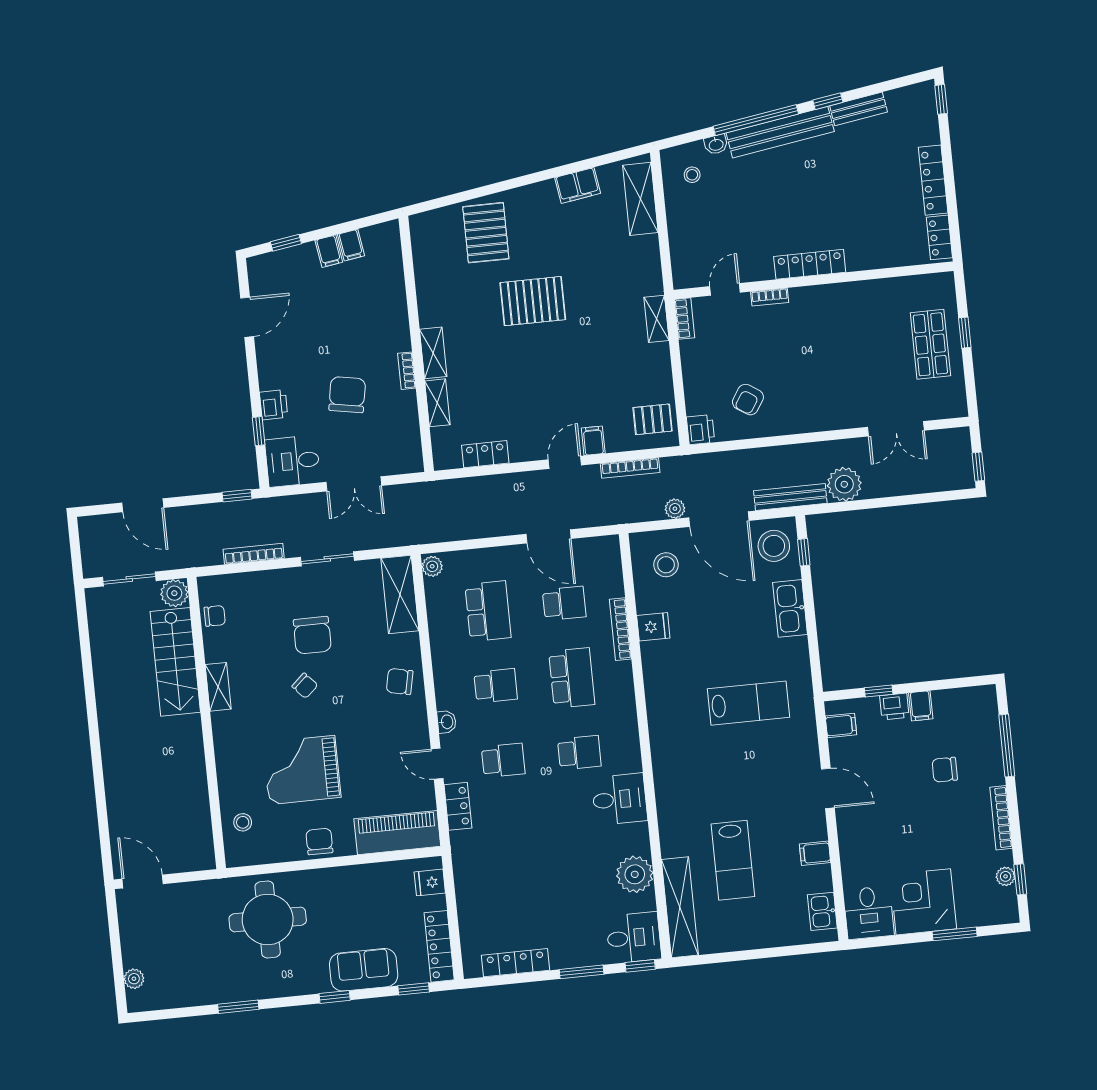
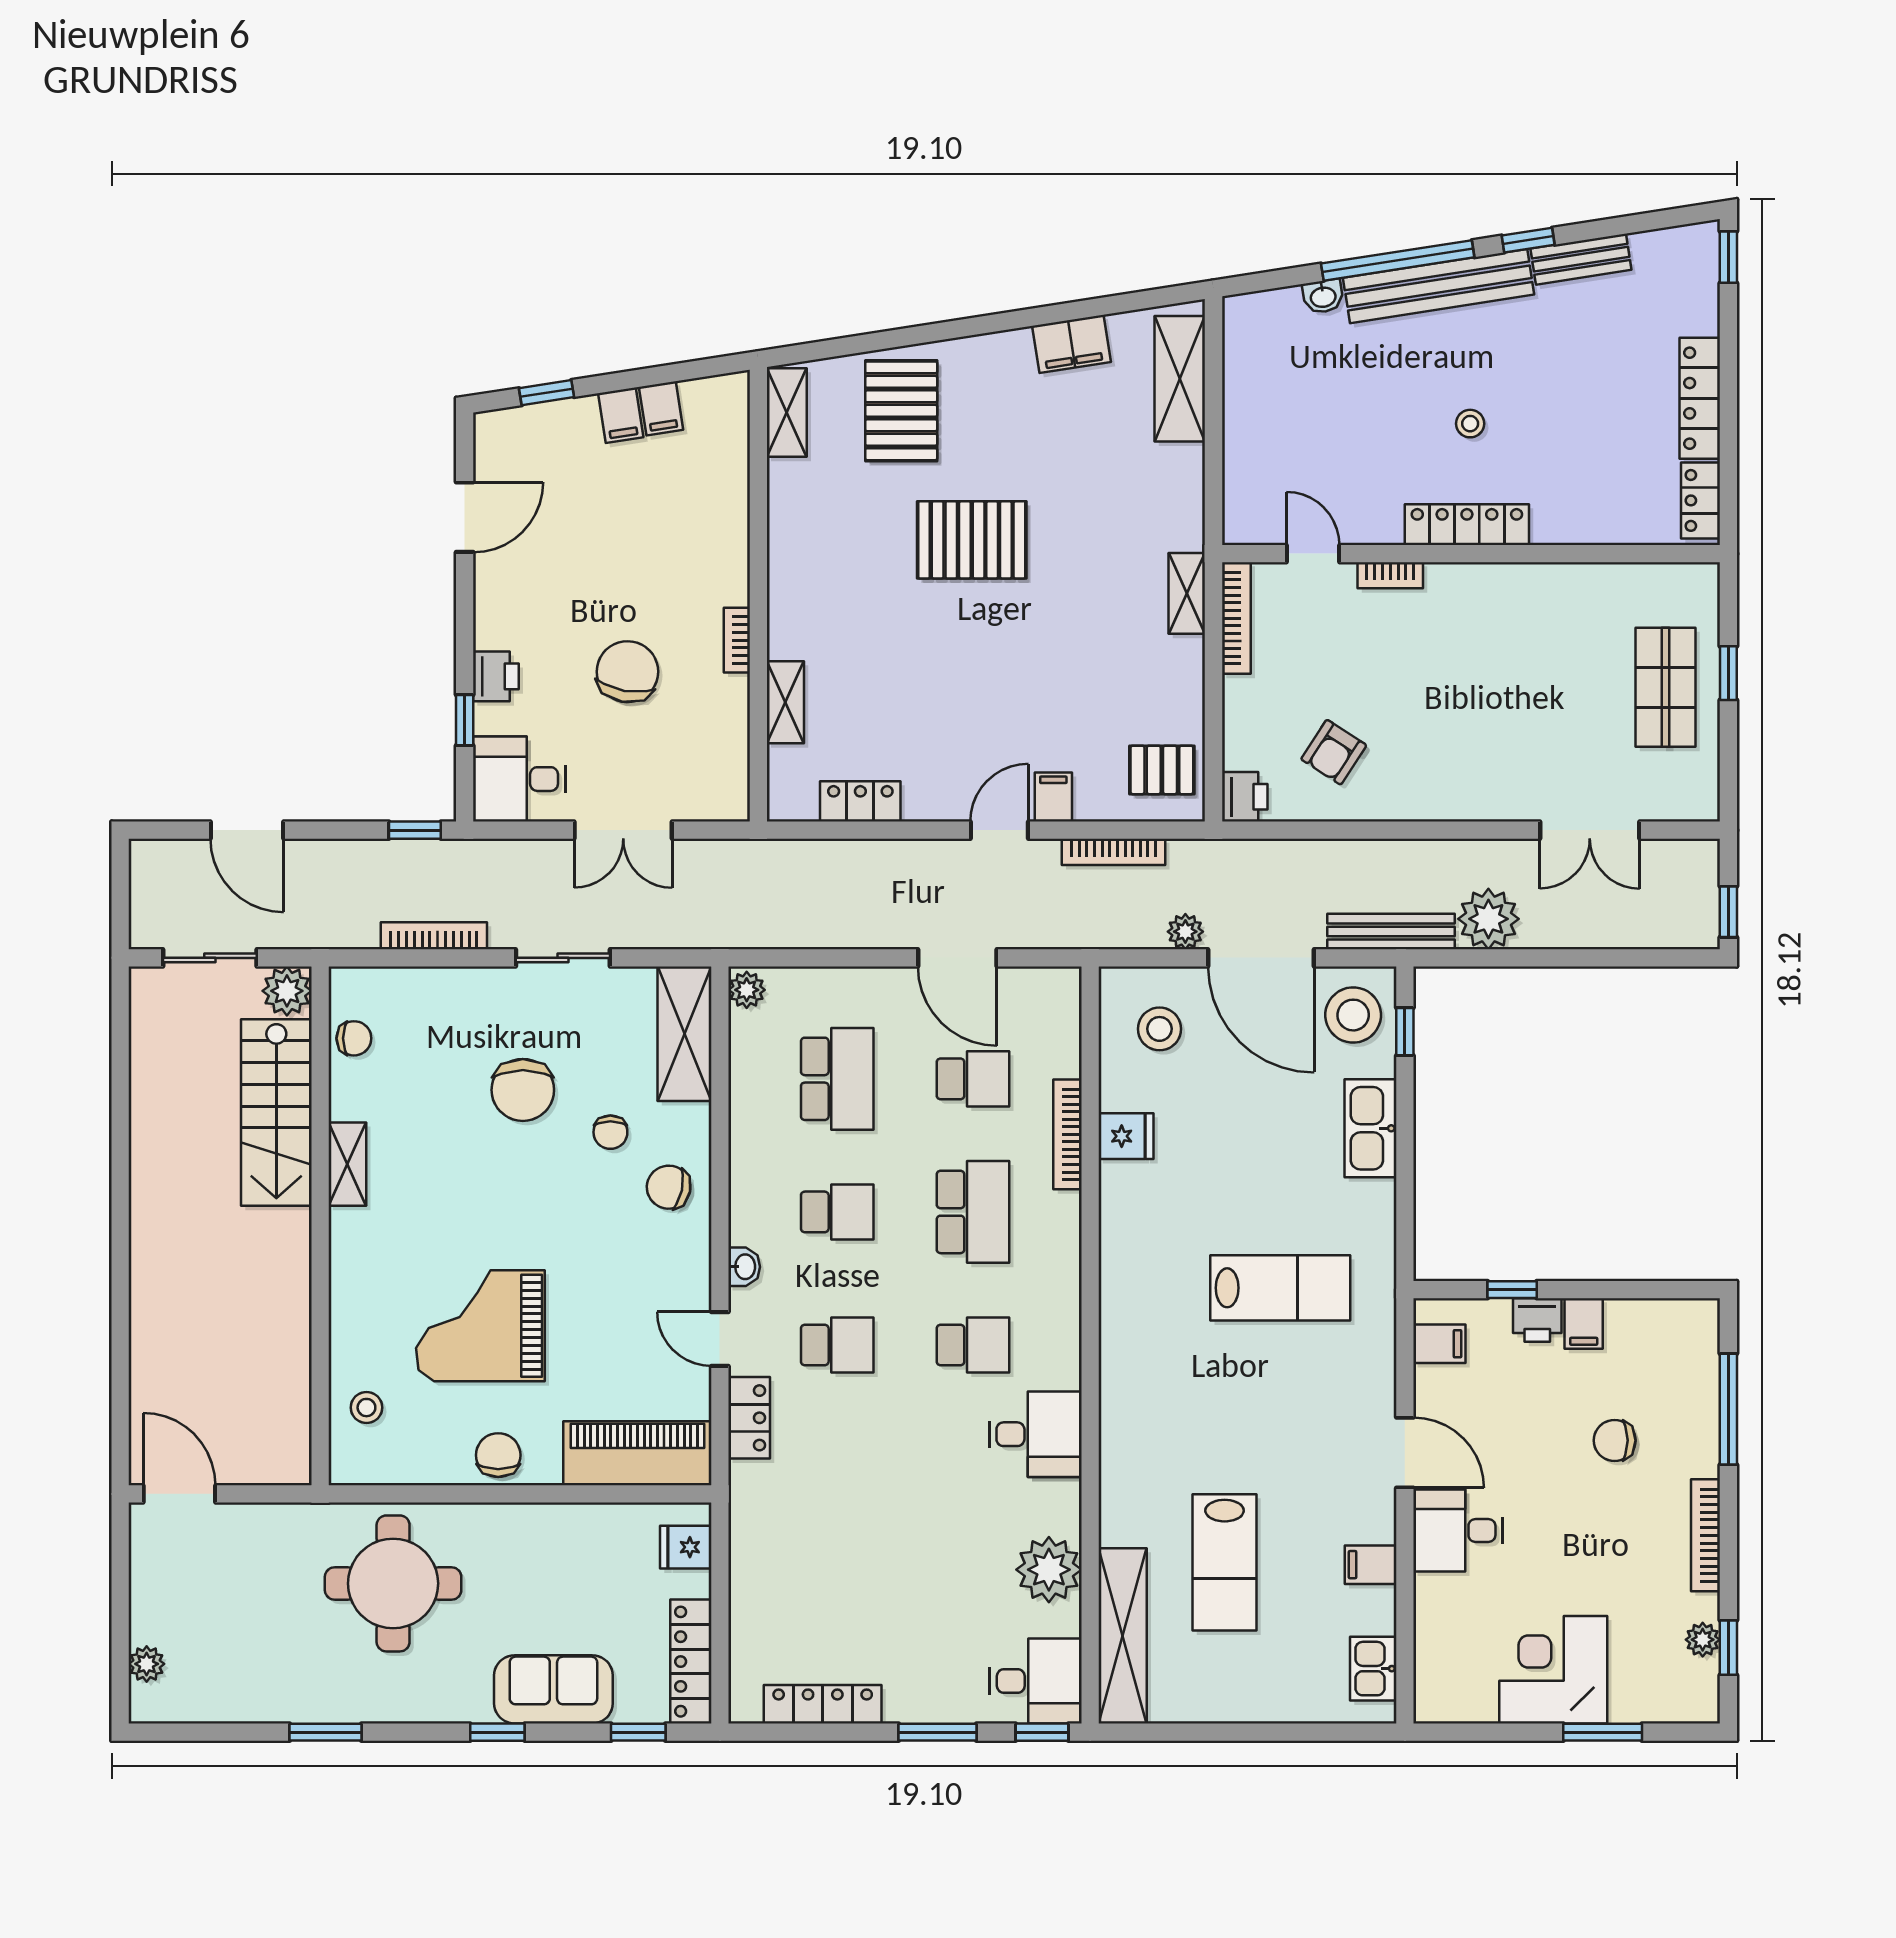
stool: (692, 175) -> (1470, 424), moved
door: (725, 289) -> (1313, 554), hinge flipped
bookcase: (685, 319) -> (1236, 618), width x1.56
shelving: (433, 353) -> (787, 412), moved
chair: (305, 686) -> (610, 1132), moved, turned 42
desk: (869, 913) -> (1458, 1530), moved, turned 90

